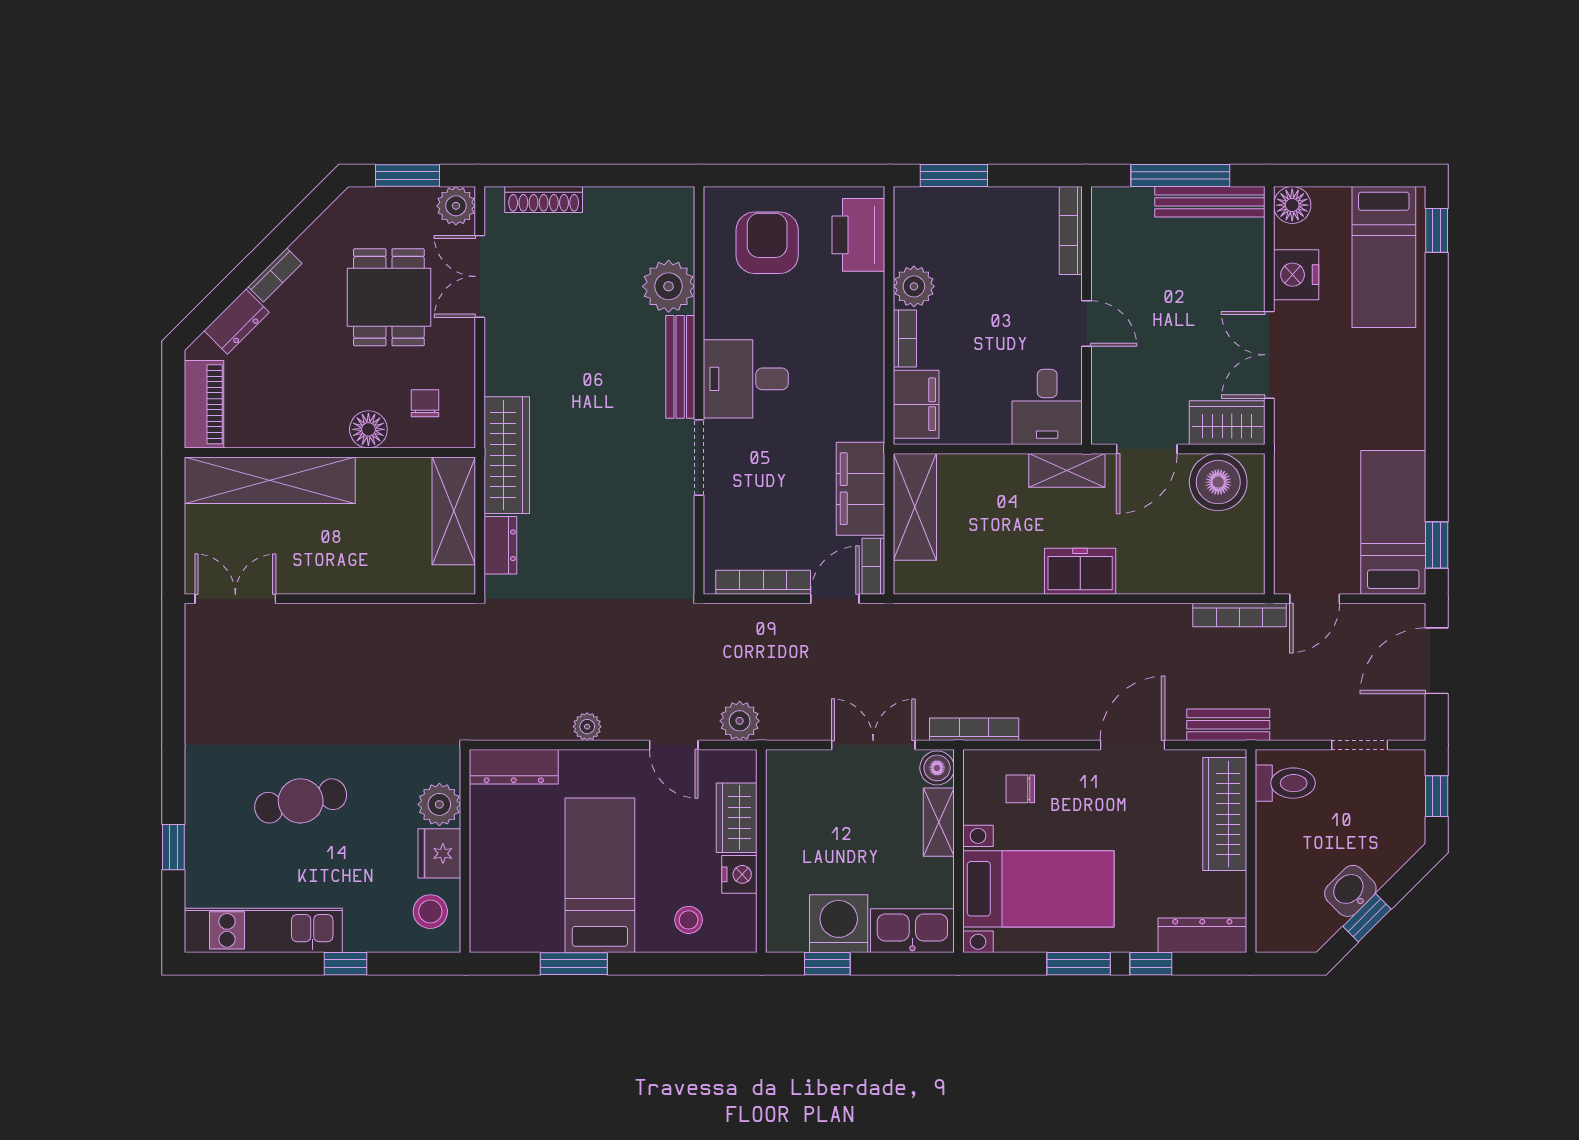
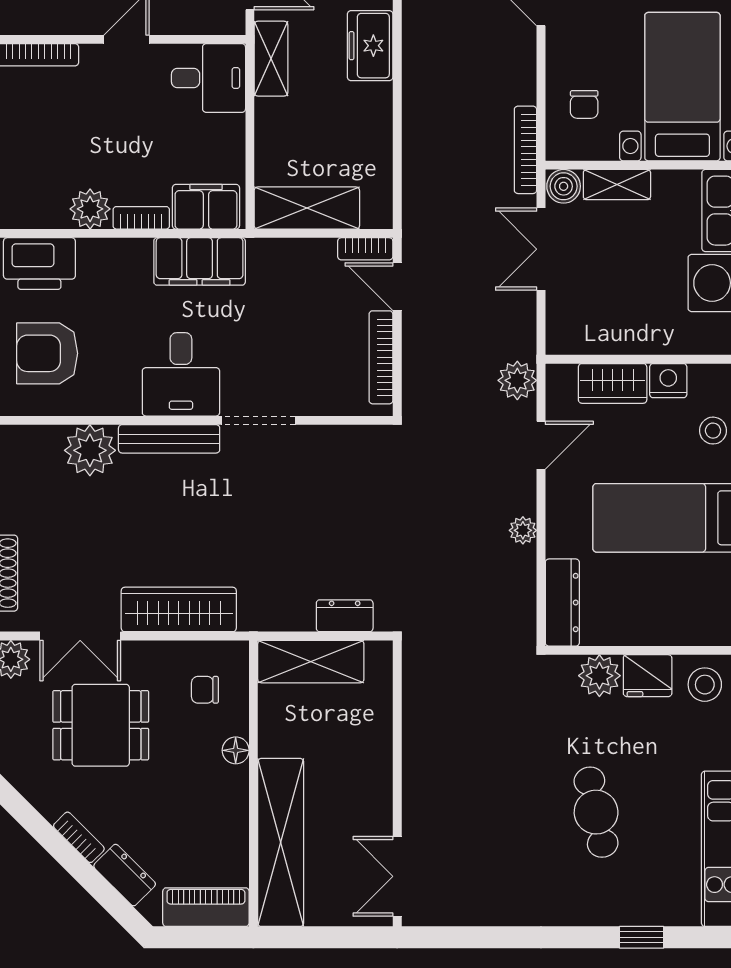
floor lamp: (368, 429) -> (236, 750), width x0.73, depth x0.73
wardrobe: (507, 455) -> (179, 609), moved
filing cabinet: (861, 489) -> (200, 261), moved

